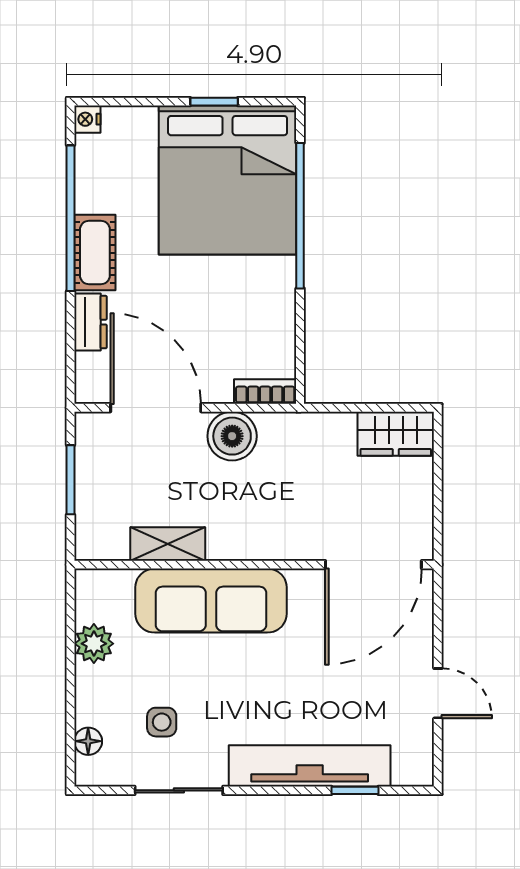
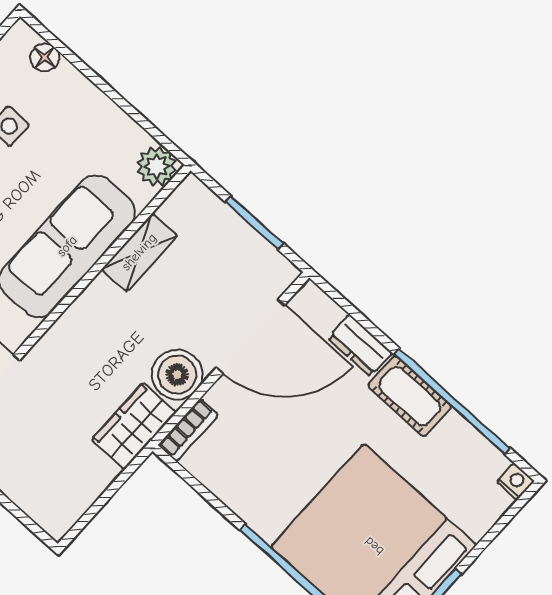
wardrobe: (396, 434) -> (134, 426), moved
plant: (94, 644) -> (157, 166), moved

